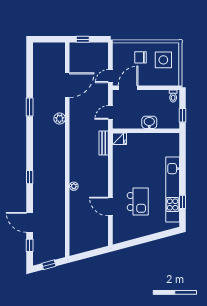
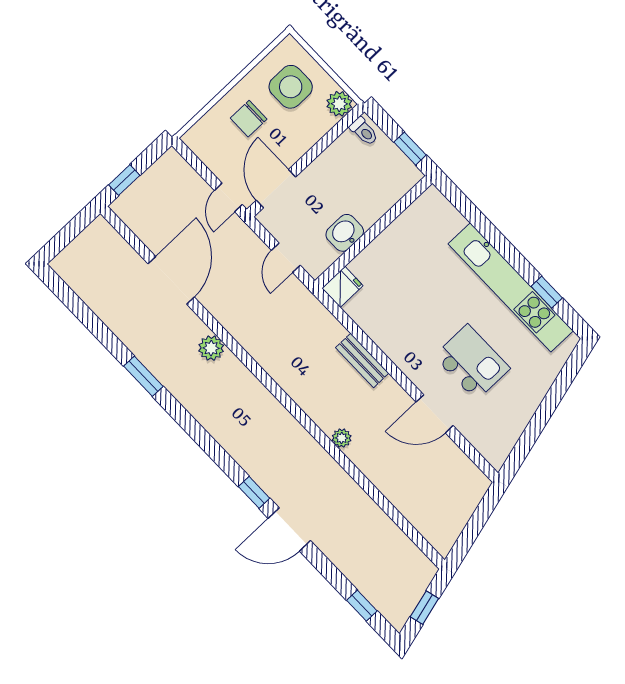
plant: (174, 80) -> (339, 104), added
washbasin: (149, 122) -> (345, 233), moved
bench: (104, 143) -> (362, 360), moved
door: (30, 222) -> (289, 530), moved

